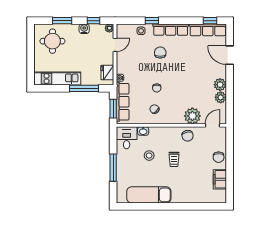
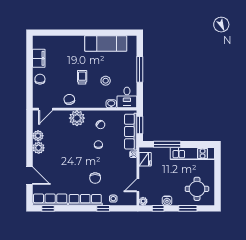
plant: (192, 116) -> (77, 118), moved

